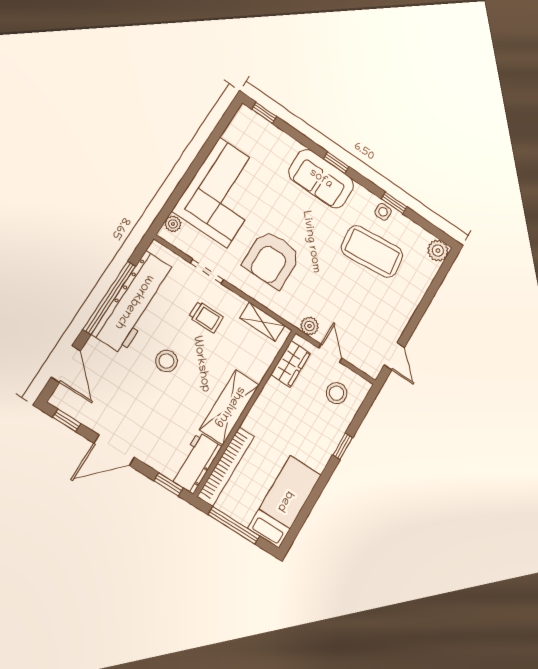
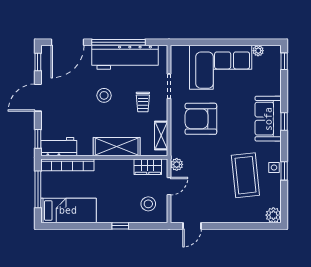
plant: (173, 224) -> (258, 51), moved
door: (66, 364) -> (67, 42), width x1.36
shelving: (230, 407) -> (117, 147), moved
door: (114, 450) -> (38, 98), hinge flipped

